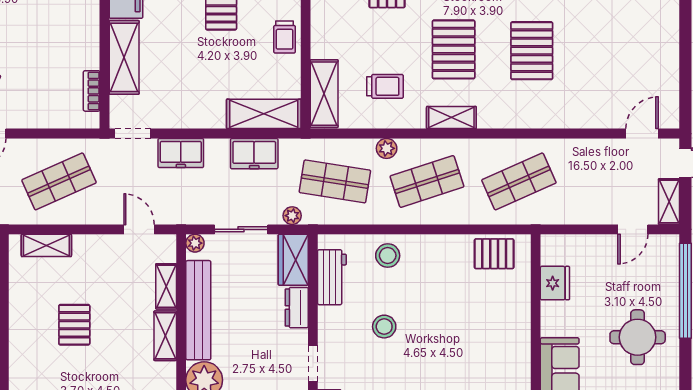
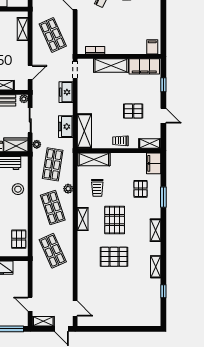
pallet: (454, 49) -> (115, 220), turned 90

